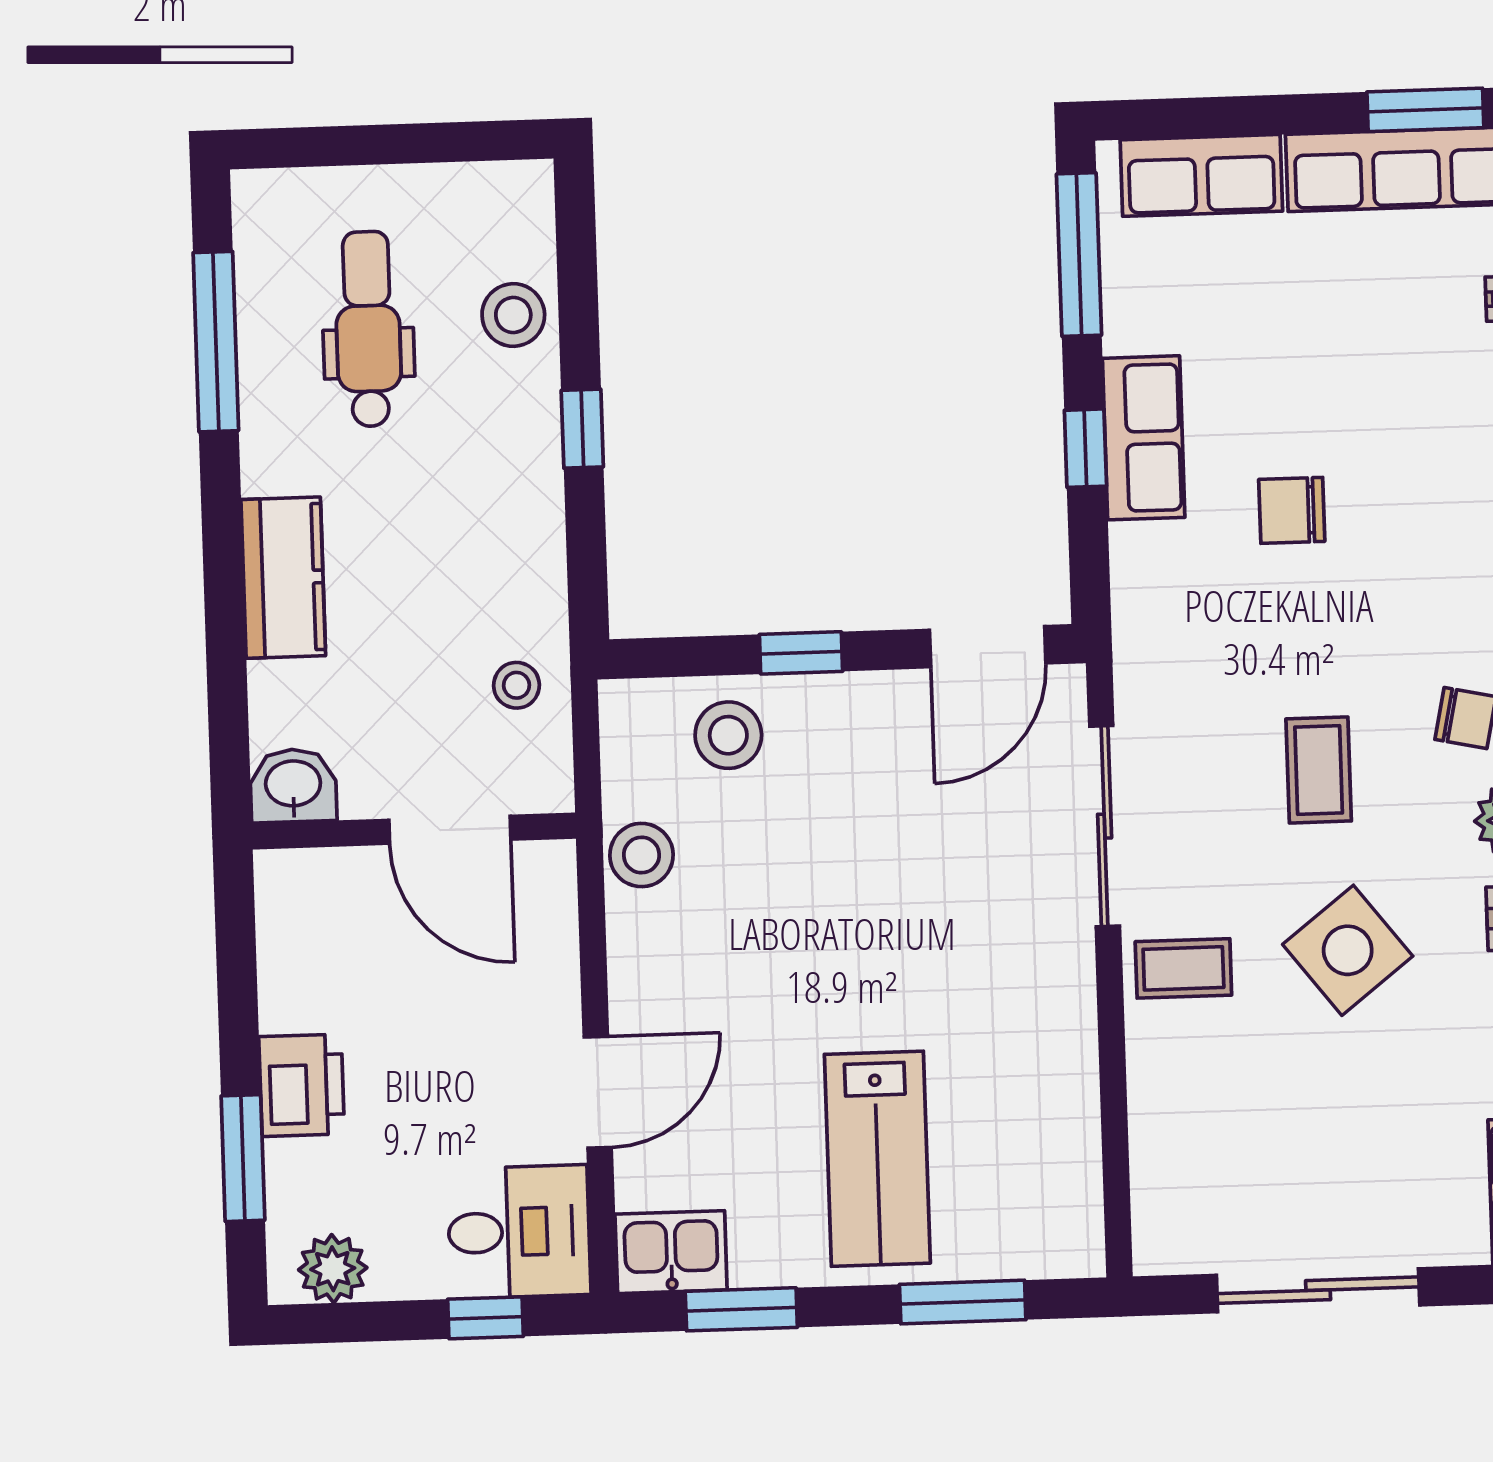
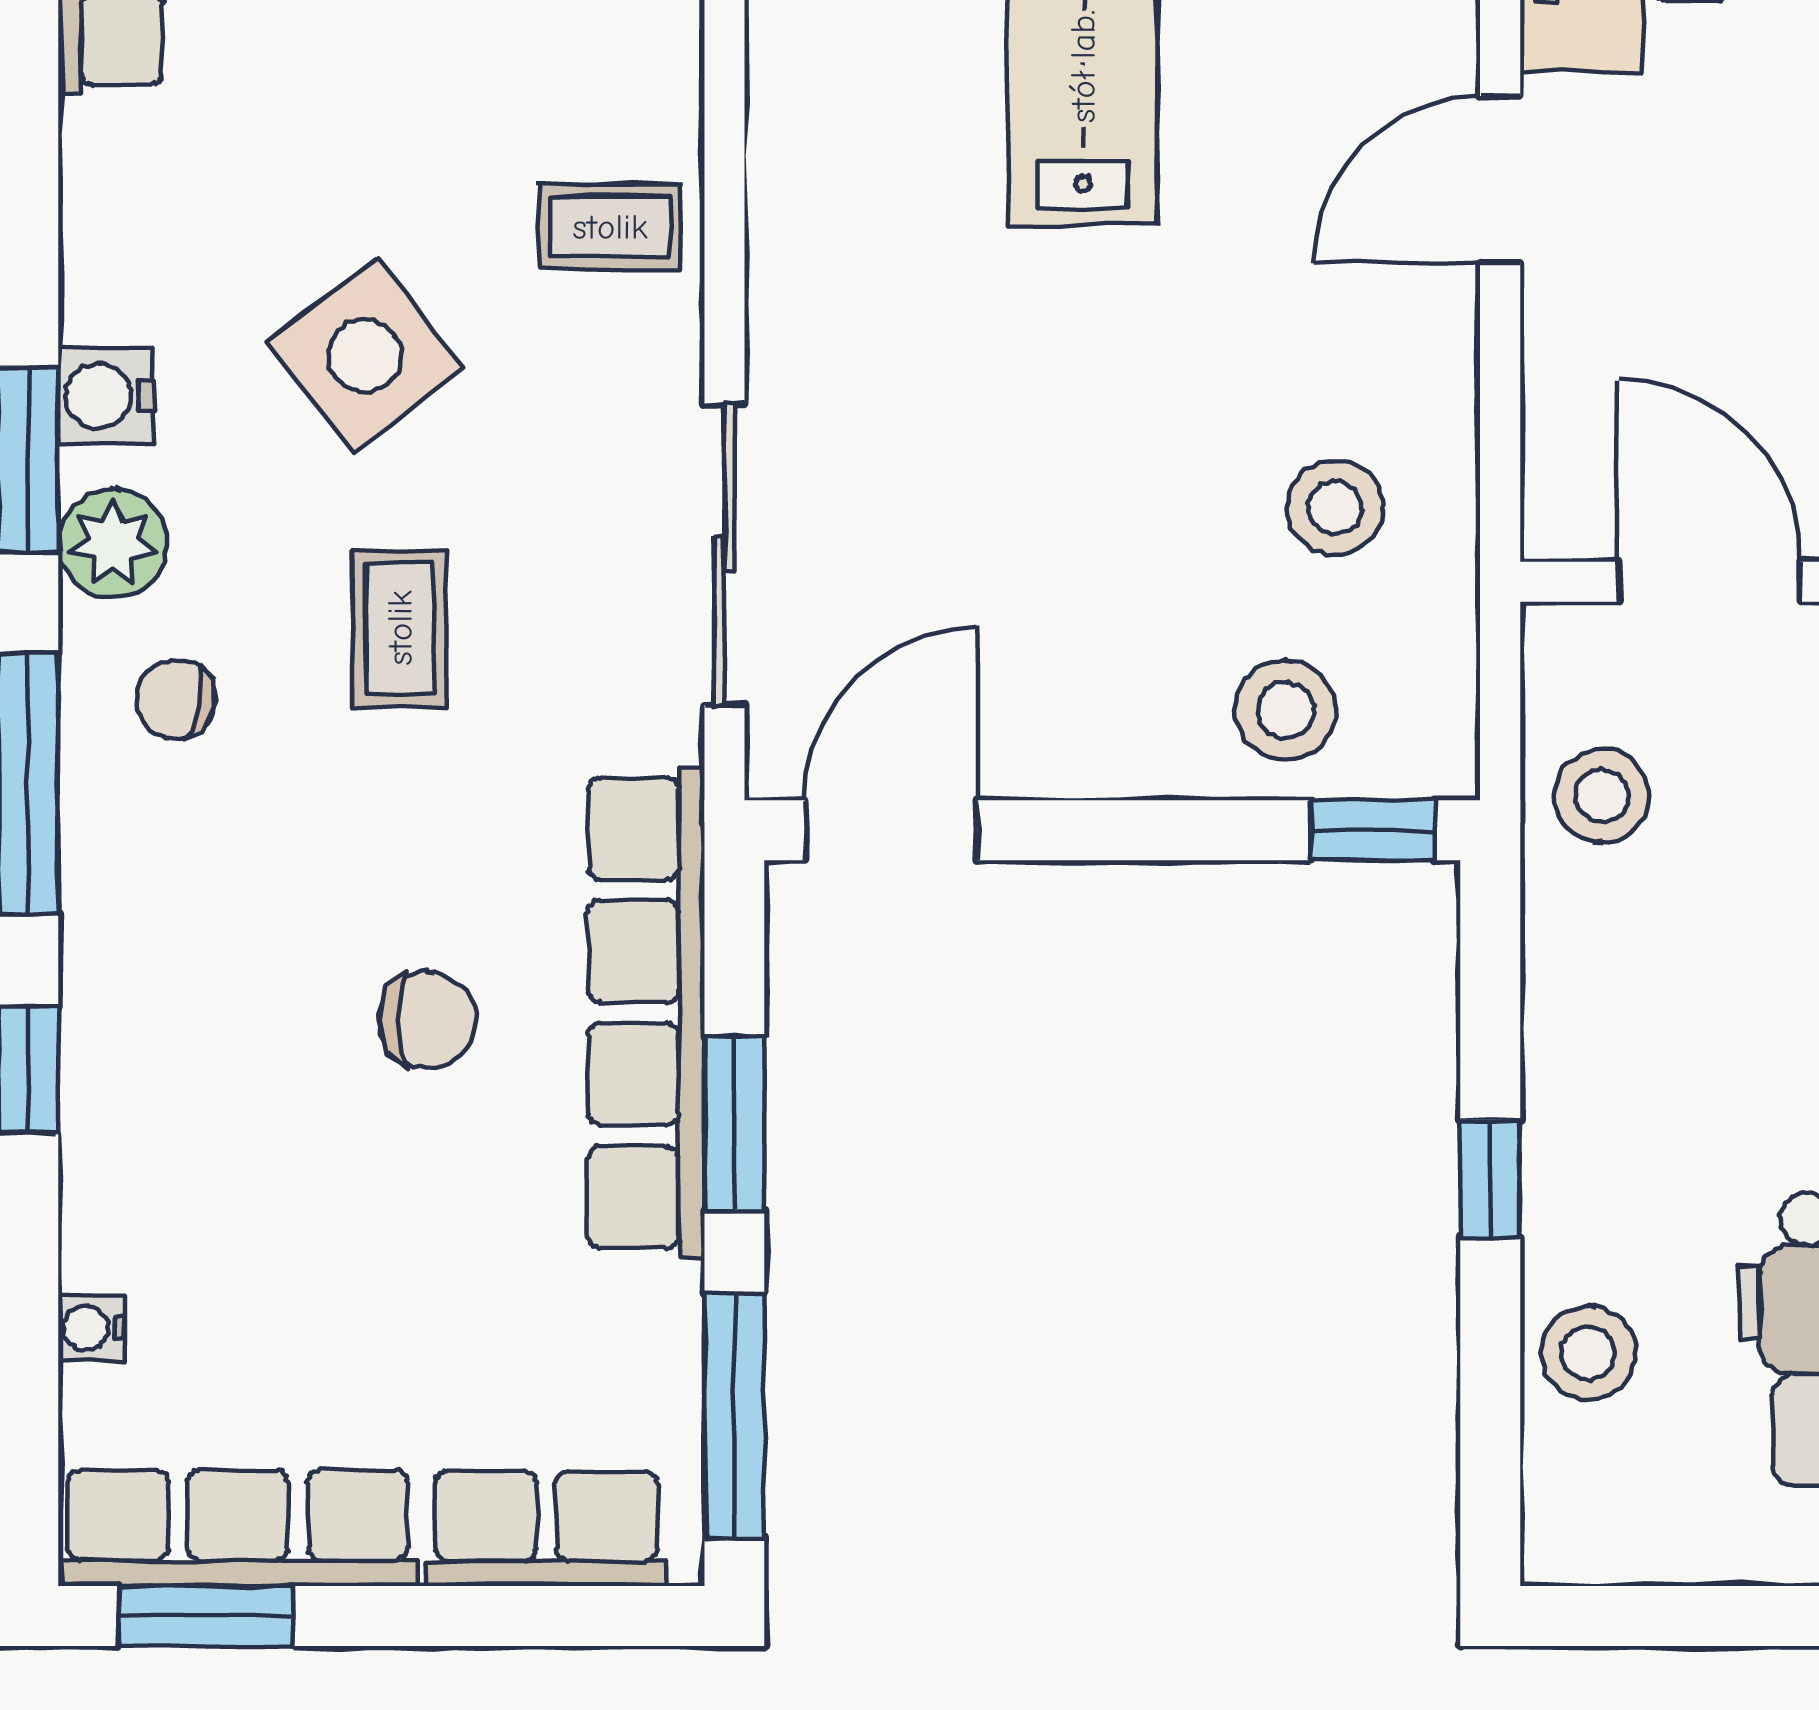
row of seats: (1144, 438) -> (646, 1013), width x2.02
window: (1085, 448) -> (734, 1124), width x1.50
window: (801, 653) -> (1373, 830), moved
stool: (516, 685) -> (1602, 796), width x1.37, depth x1.37
stool: (641, 855) -> (1335, 508), moved
coffee table: (1183, 968) -> (610, 227), moved

